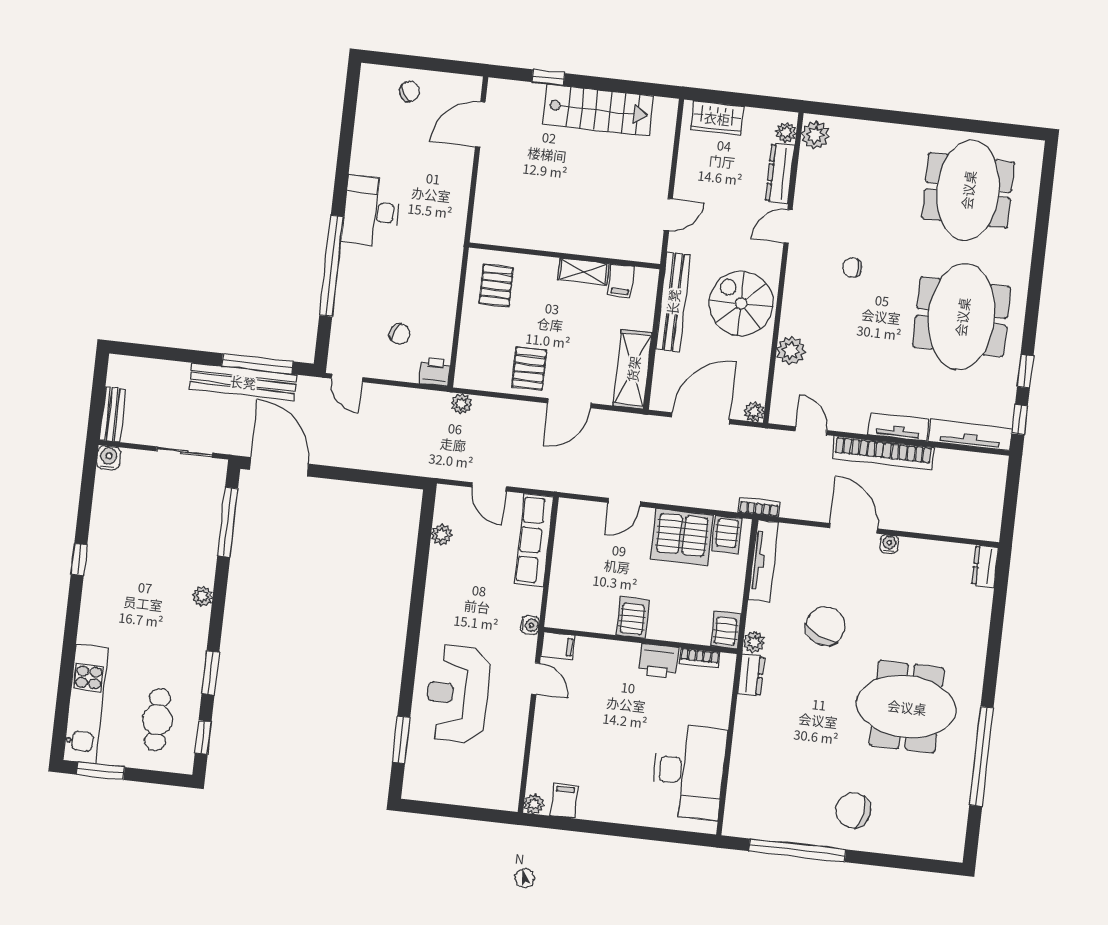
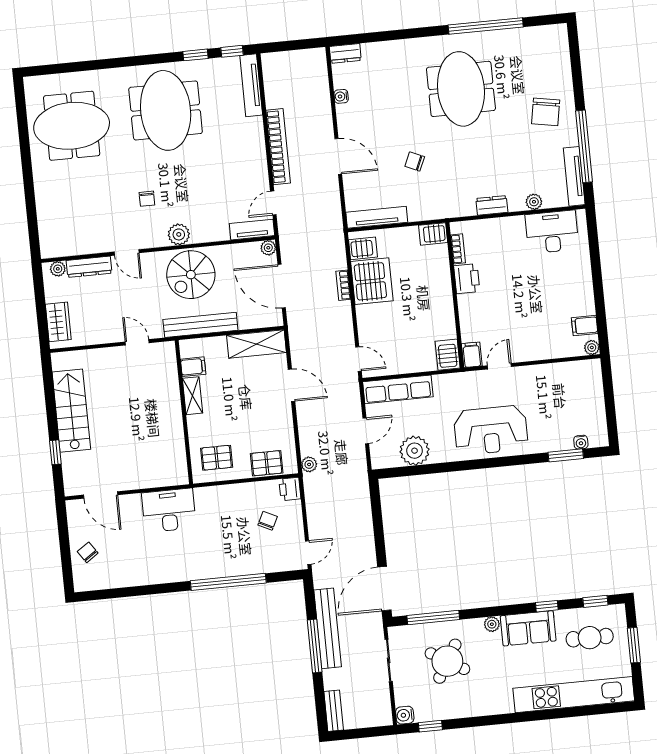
plant: (815, 135) -> (55, 247), removed
desk: (371, 211) -> (169, 510), moved, turned 180
meeting table: (962, 317) -> (166, 110), turned 90
plant: (791, 351) -> (179, 234), moved
window: (257, 364) -> (315, 646), moved
pallet: (529, 368) -> (267, 463), moved
bench: (112, 414) -> (334, 711), moved, turned 90
tv unit: (898, 427) -> (252, 230), moved, turned 90
door: (624, 502) -> (359, 359), moved
bookcase: (759, 507) -> (343, 285), moved
round table: (167, 528) -> (447, 661), added
door: (853, 528) -> (338, 156), swing flipped
plant: (442, 534) -> (415, 451), width x1.87, depth x1.87
water cooler: (889, 544) -> (341, 96), moved
window: (79, 560) -> (430, 726), moved
server rack: (633, 617) -> (448, 355), moved, turned 90
water cooler: (530, 625) -> (581, 442), moved, turned 180
chair: (825, 626) -> (415, 161), width x0.54, depth x0.54
sofa: (187, 642) -> (528, 628), added
plant: (754, 642) -> (534, 202), moved
window: (210, 673) -> (547, 606), width x0.67
dresser: (751, 675) -> (492, 205), moved
reception desk: (458, 694) -> (491, 430), moved
kitchen unit: (86, 704) -> (574, 695), width x1.36
window: (101, 771) -> (634, 645), moved
desk: (689, 772) -> (552, 232), width x0.73, depth x0.77
tv unit: (761, 829) -> (574, 176), added

